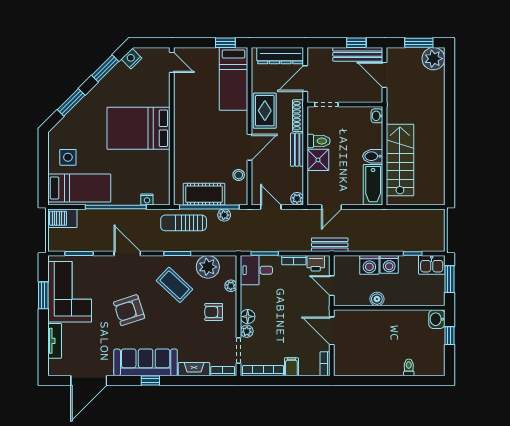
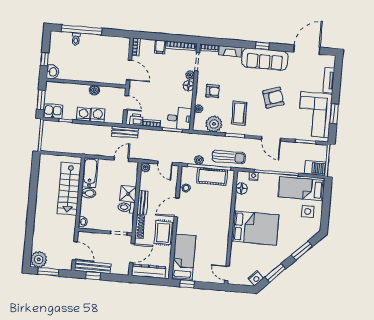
floor lamp: (162, 181) -> (241, 188), added
coffee table: (174, 285) -> (239, 113), turned 47
window: (402, 381) -> (82, 30), added

